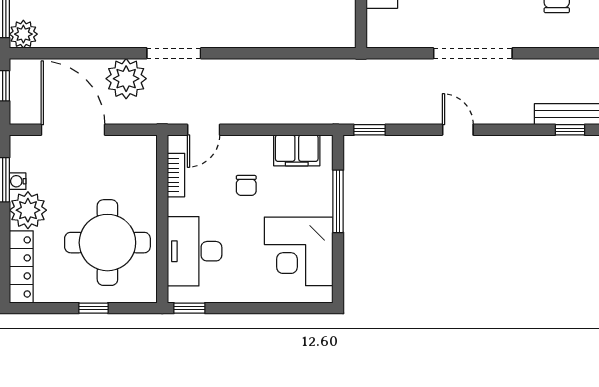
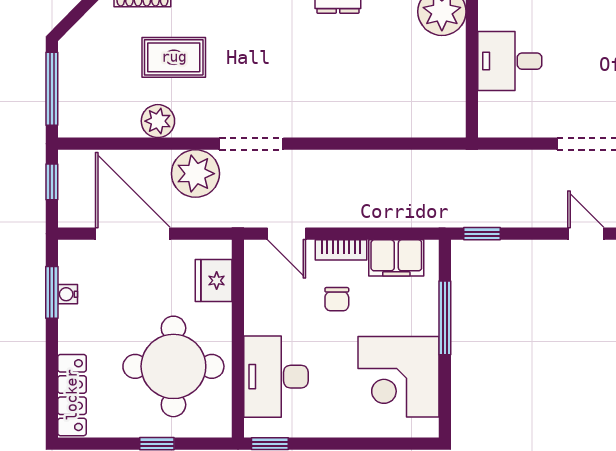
plant: (23, 34) -> (158, 121), moved
door: (204, 130) -> (287, 234), hinge flipped
fridge: (142, 170) -> (214, 281), added
bookcase: (176, 175) -> (341, 250), moved, turned 90
plant: (28, 210) -> (80, 328), removed

